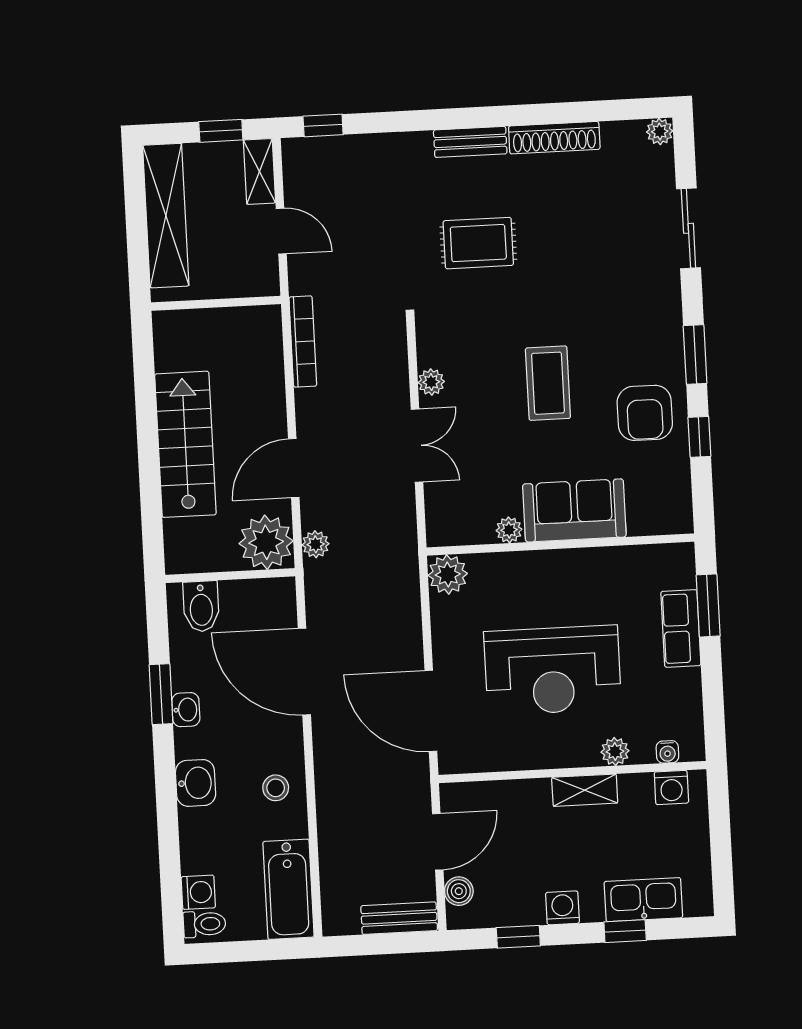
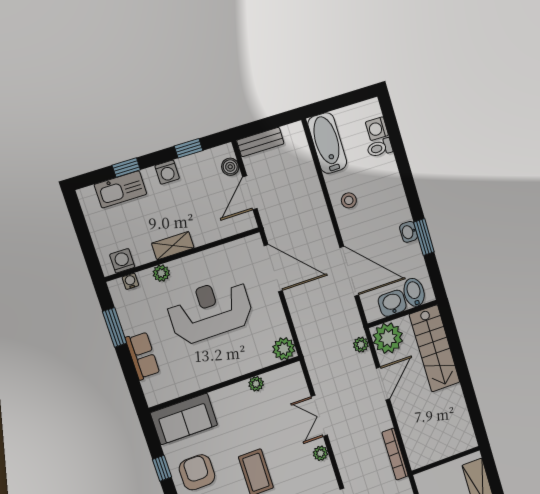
stairs: (185, 444) -> (435, 348), moved
sofa: (574, 510) -> (184, 419), moved
window: (708, 605) -> (115, 327), moved
washbasin: (196, 783) -> (392, 303), moved, turned 90
toilet: (204, 924) -> (380, 148), moved

